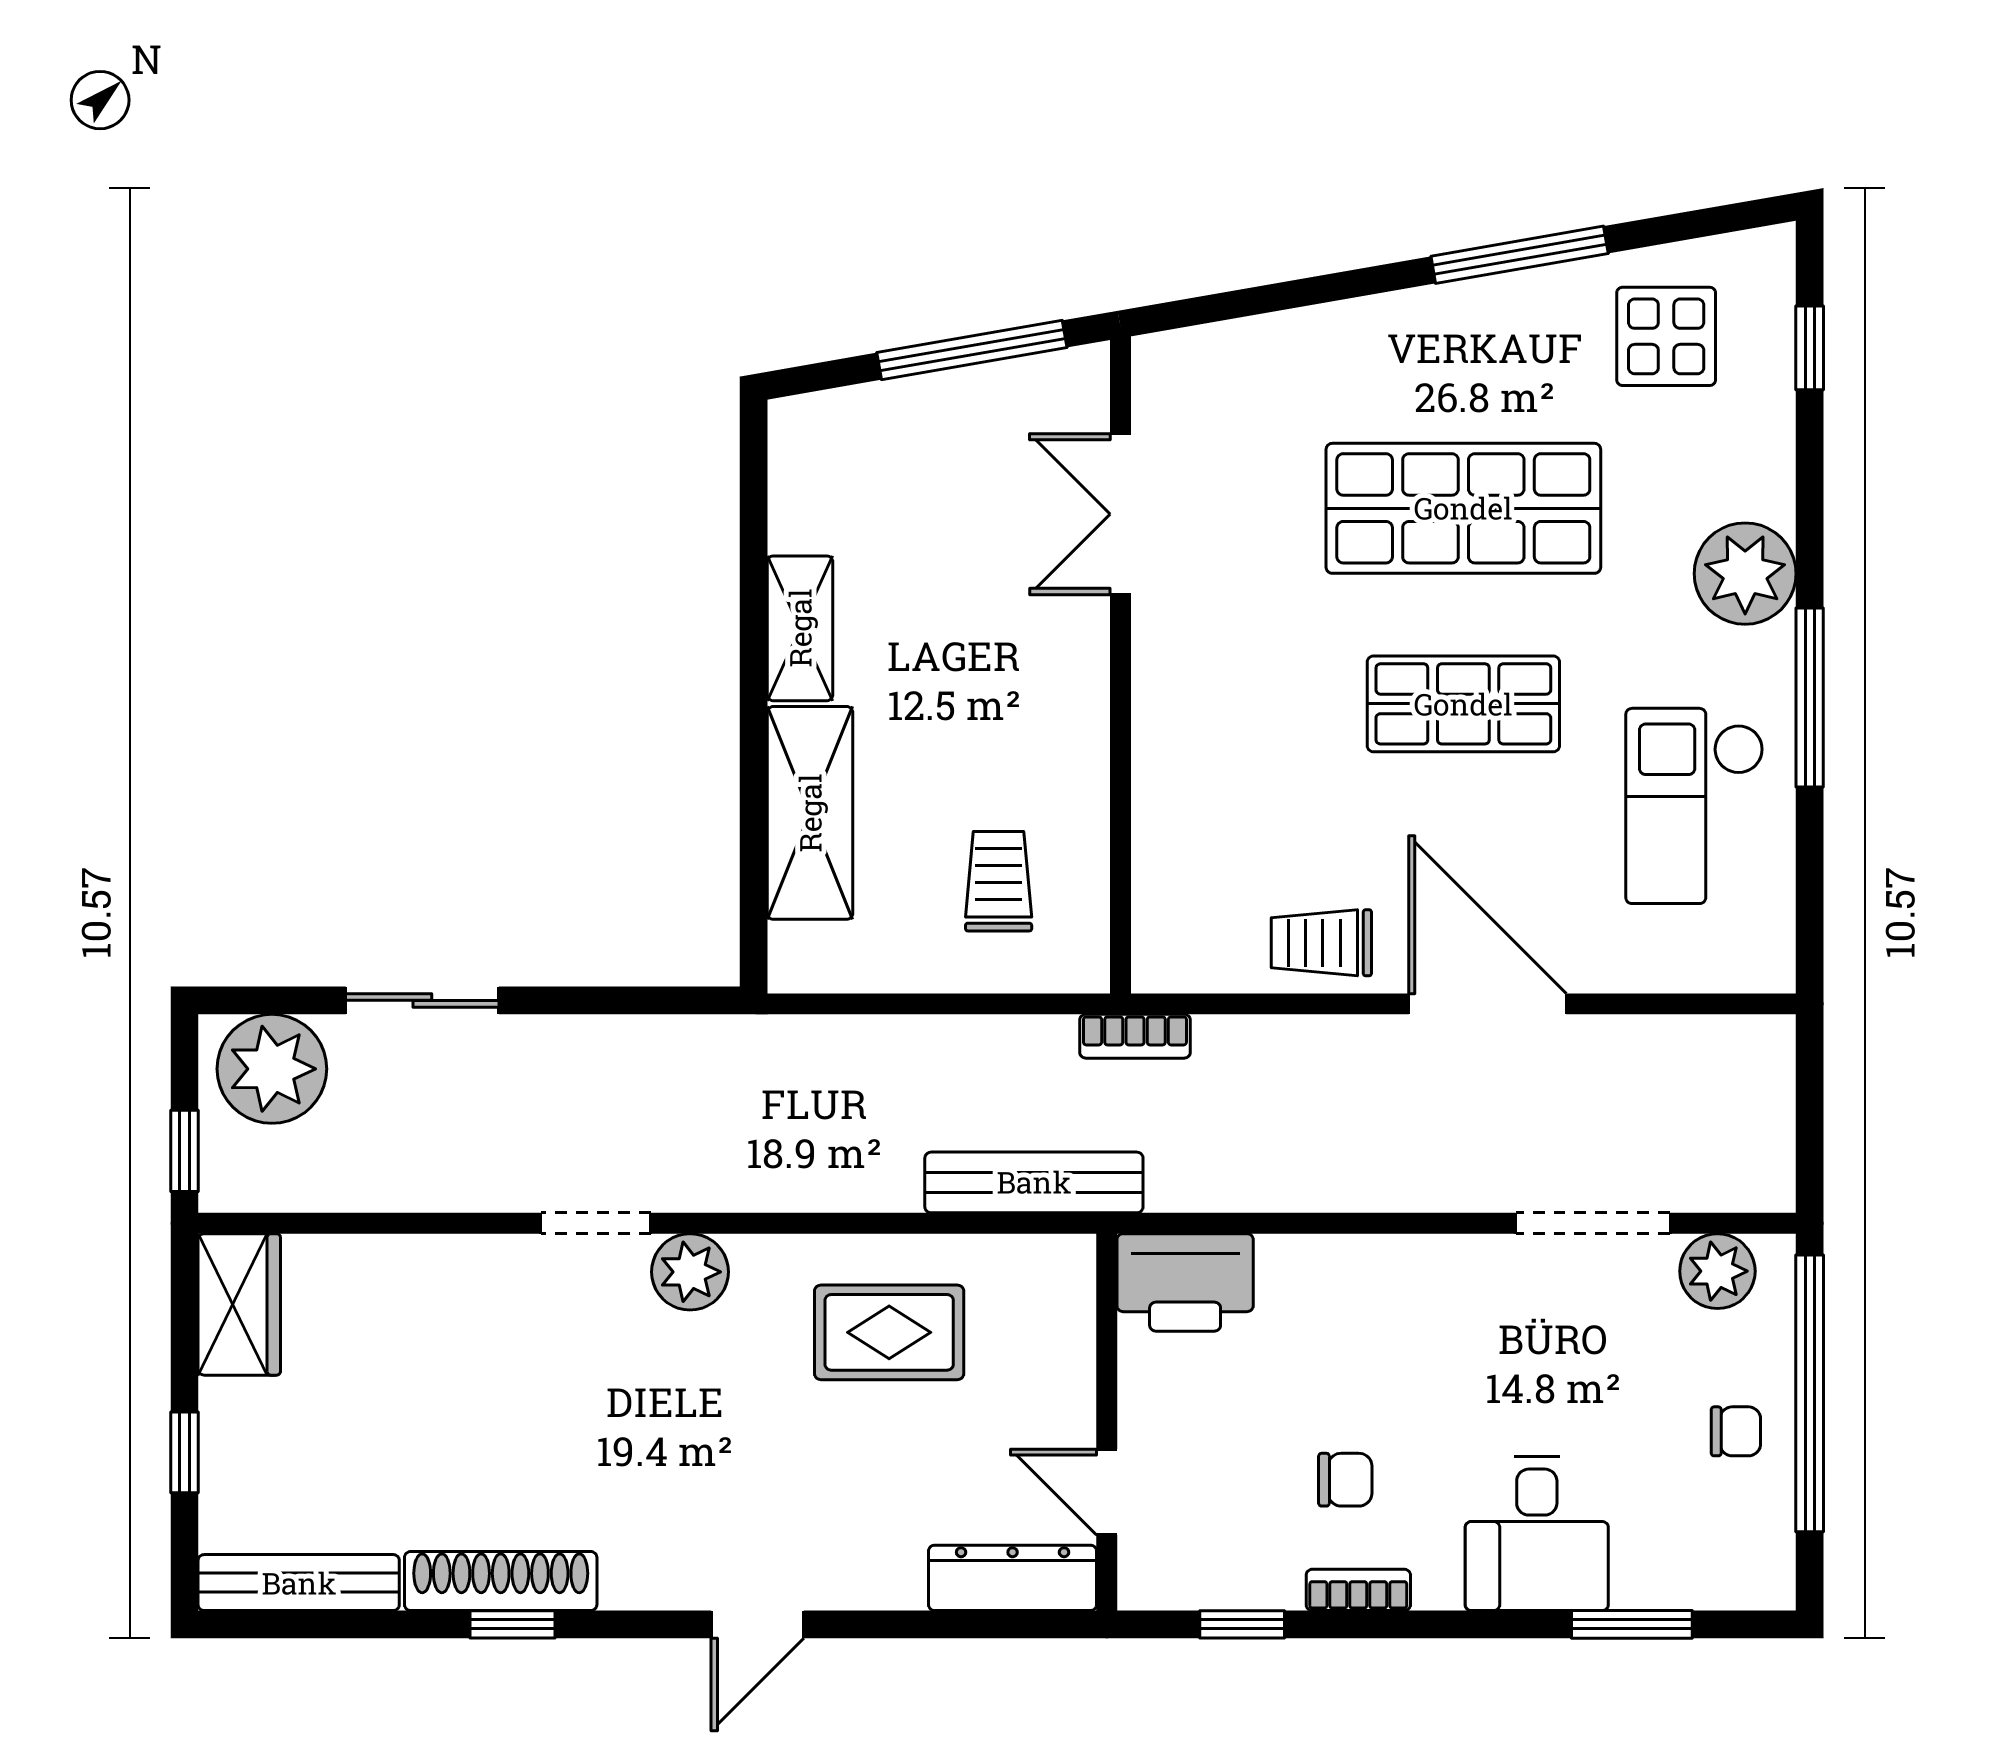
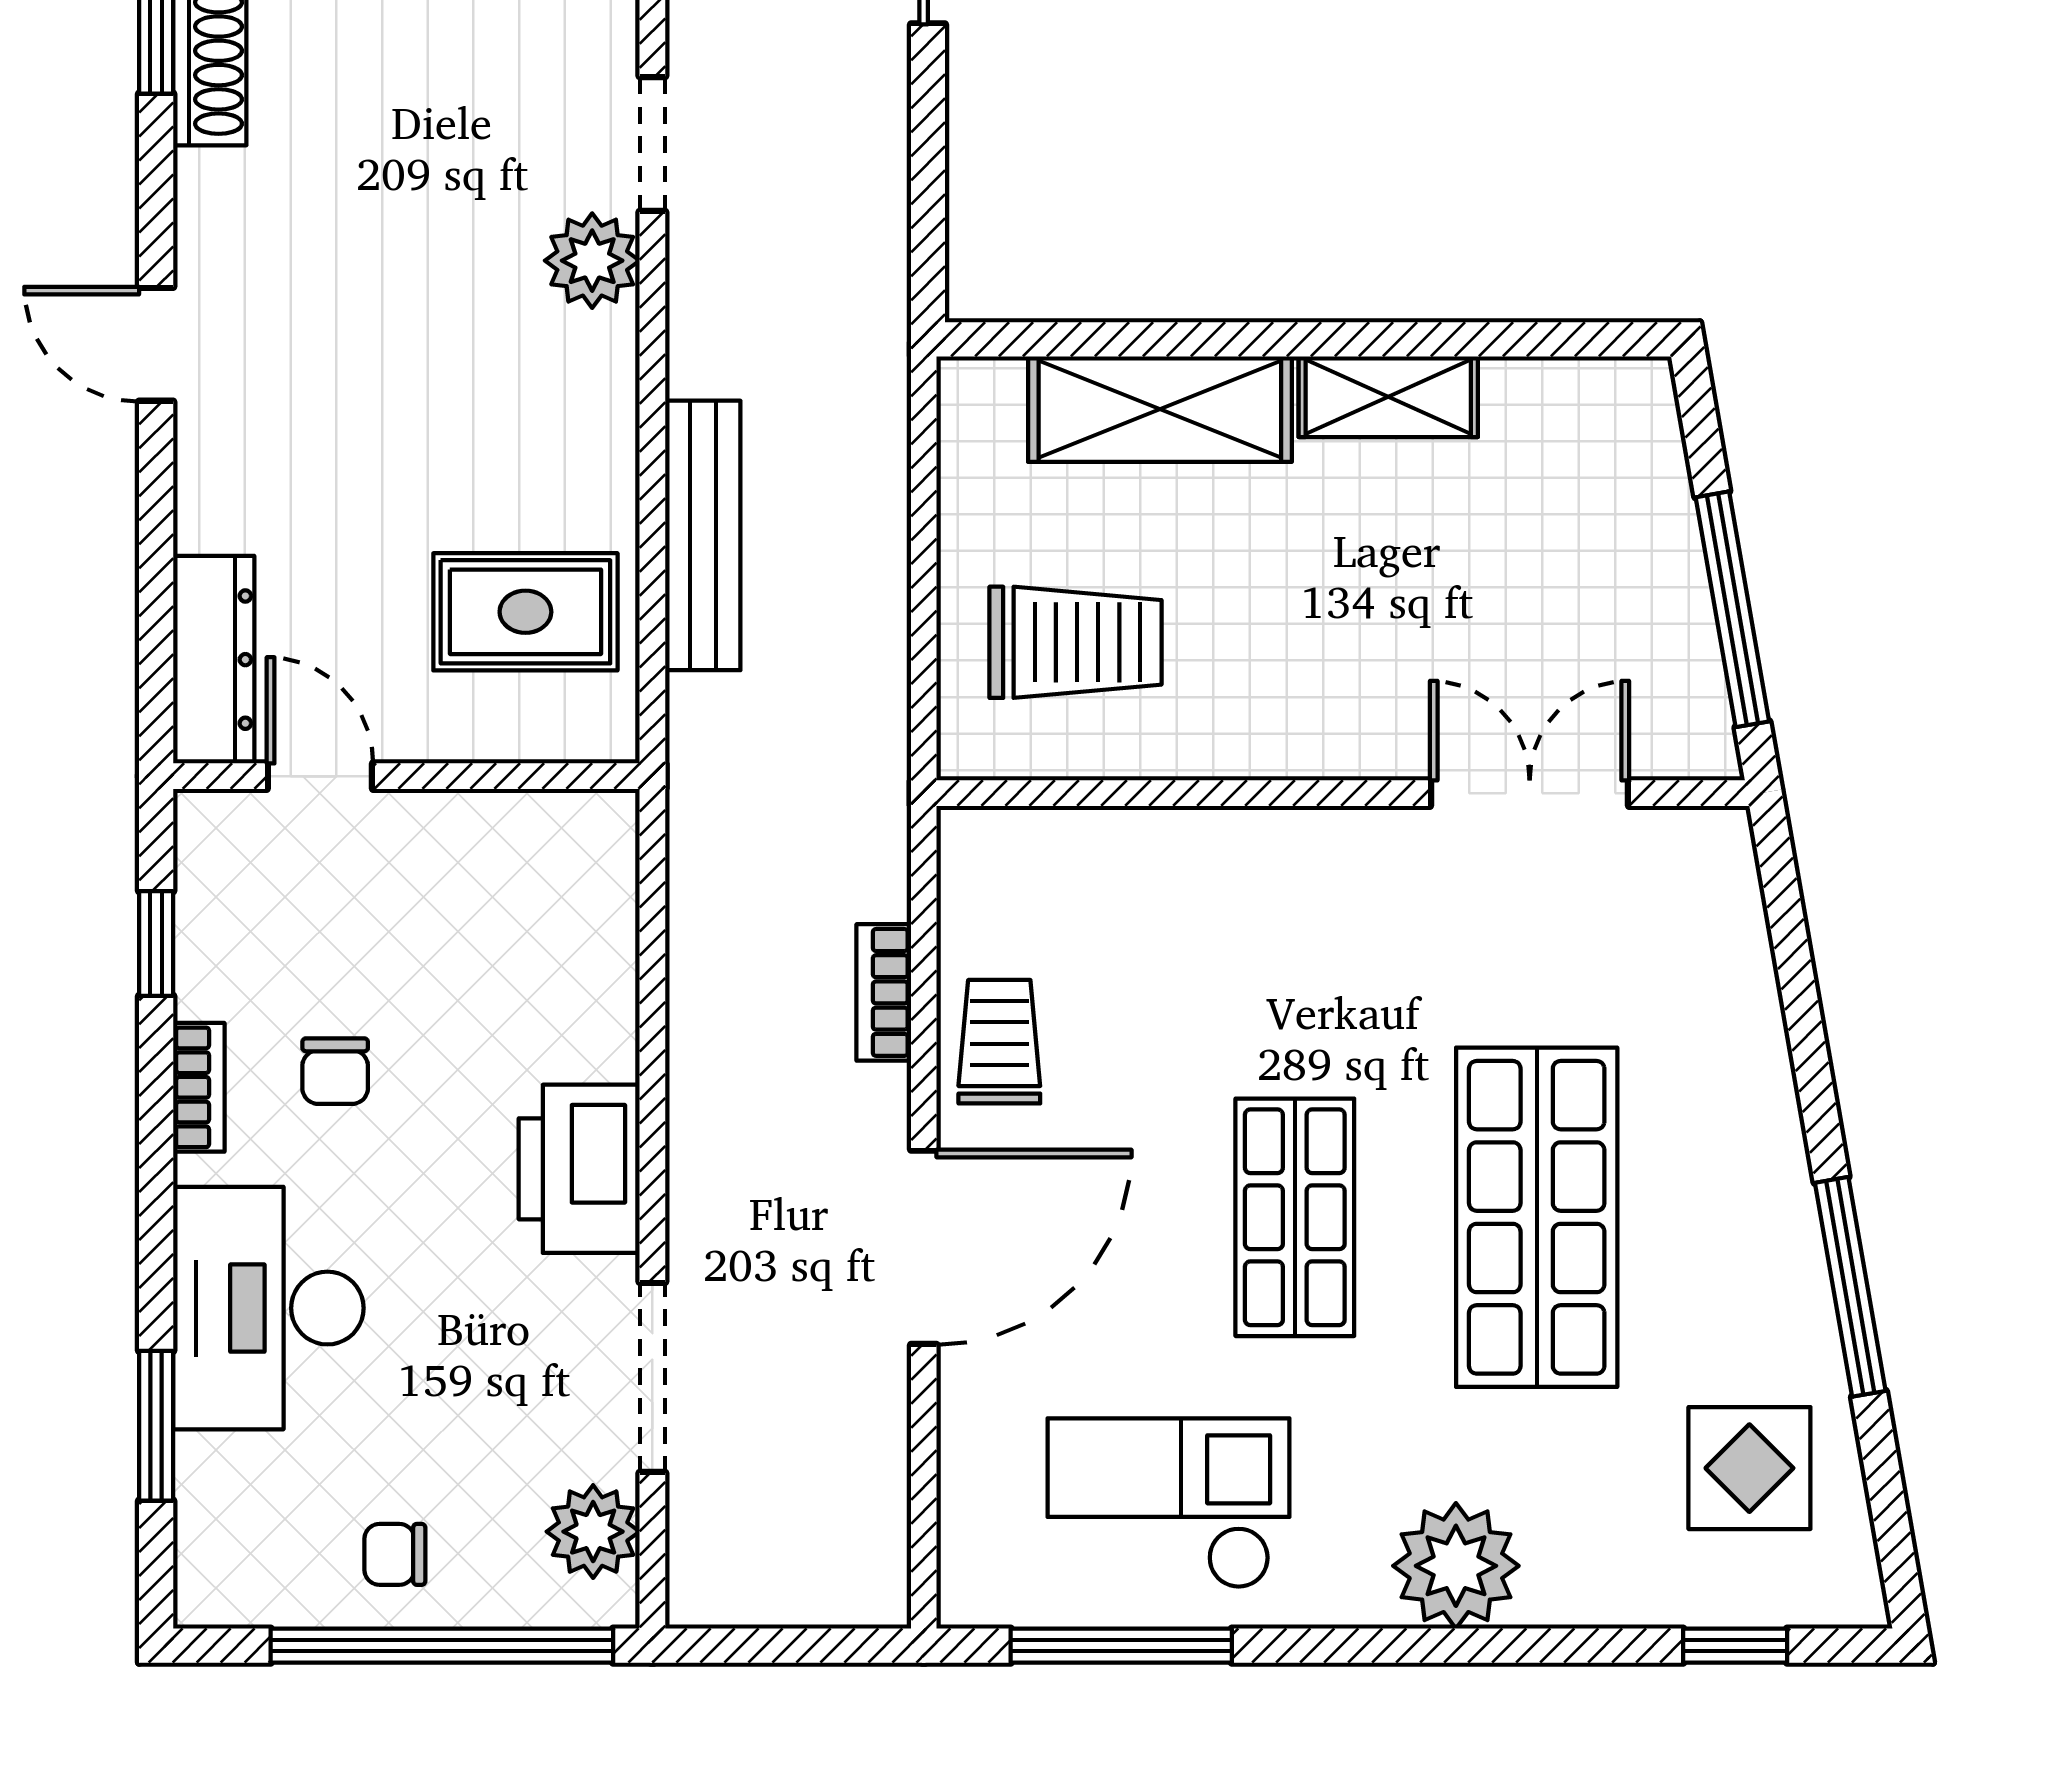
window: (1810, 697) -> (1121, 1646), moved
trolley: (999, 881) -> (1076, 642), width x1.36, depth x1.39
bookcase: (1135, 1036) -> (884, 992), moved
bench: (1034, 1182) -> (703, 535), moved
printer: (1185, 1282) -> (579, 1169), moved
rug: (889, 1332) -> (525, 612), moved, turned 90
chair: (1736, 1431) -> (395, 1554), turned 90
door: (1107, 1492) -> (320, 776), hinge flipped
desk: (1537, 1534) -> (268, 1308), width x1.37

